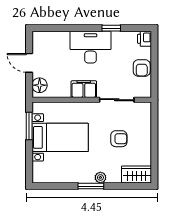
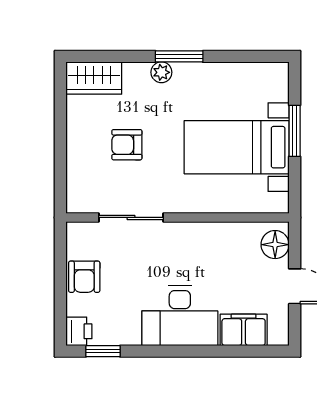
window: (111, 28) -> (103, 351), moved
armchair: (142, 68) -> (84, 277), turned 180
filing cabinet: (84, 89) -> (244, 330), moved, turned 180
window: (29, 126) -> (295, 131), moved

